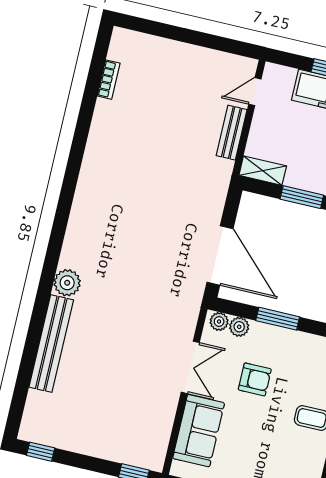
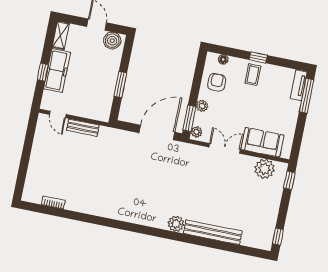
shelving: (263, 171) -> (105, 108), removed
window: (278, 319) -> (189, 118), moved
plant: (239, 327) -> (202, 106), moved
armchair: (255, 379) -> (217, 82), moved
plant: (154, 433) -> (265, 169), added

